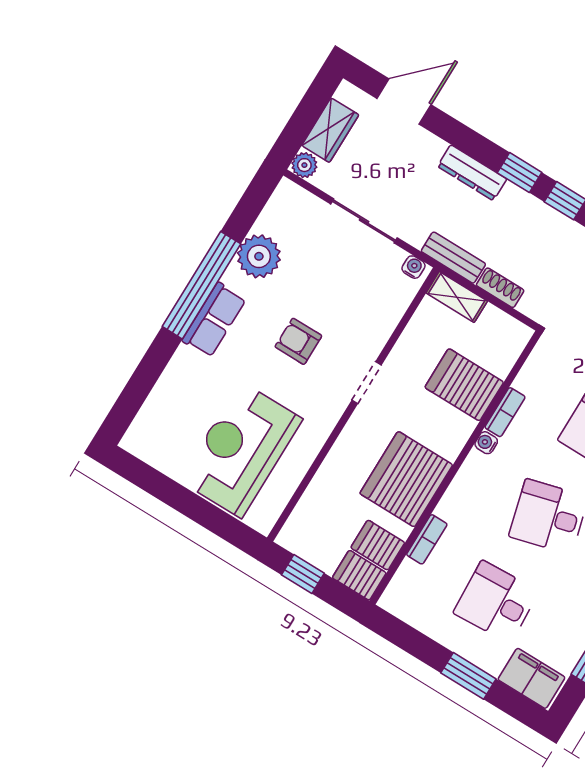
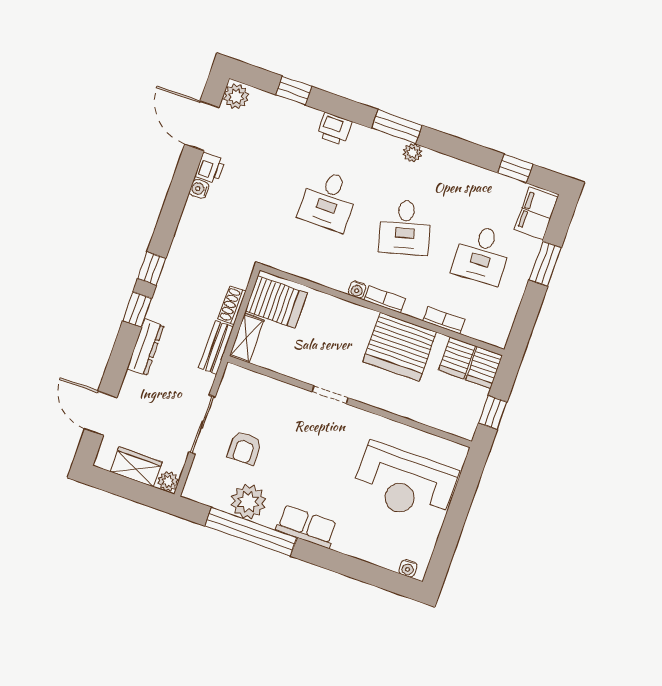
water cooler: (414, 267) -> (408, 568), moved, turned -90
window: (202, 285) -> (251, 532), moved
armchair: (298, 341) -> (245, 448), moved
server rack: (464, 385) -> (276, 302), moved, turned -90
bookcase: (505, 412) -> (385, 299), moved

